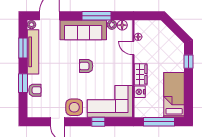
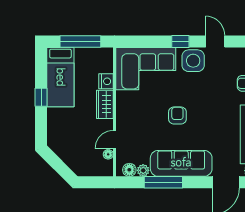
door: (133, 48) -> (115, 140), swing flipped
window: (189, 62) -> (41, 97), moved
armchair: (86, 66) -> (177, 116), turned -90
window: (98, 122) -> (180, 41), moved

